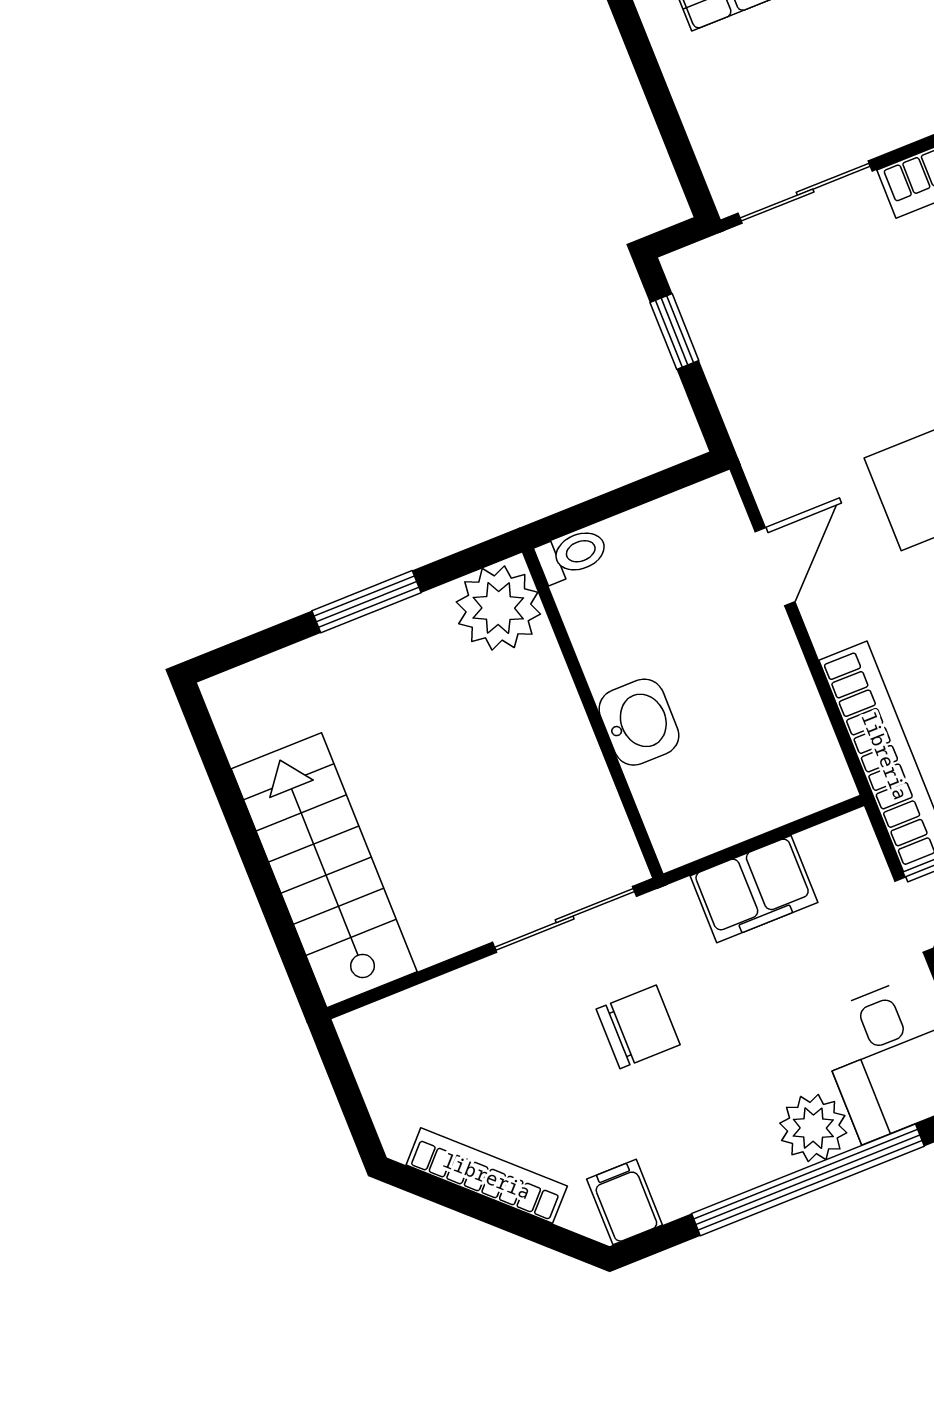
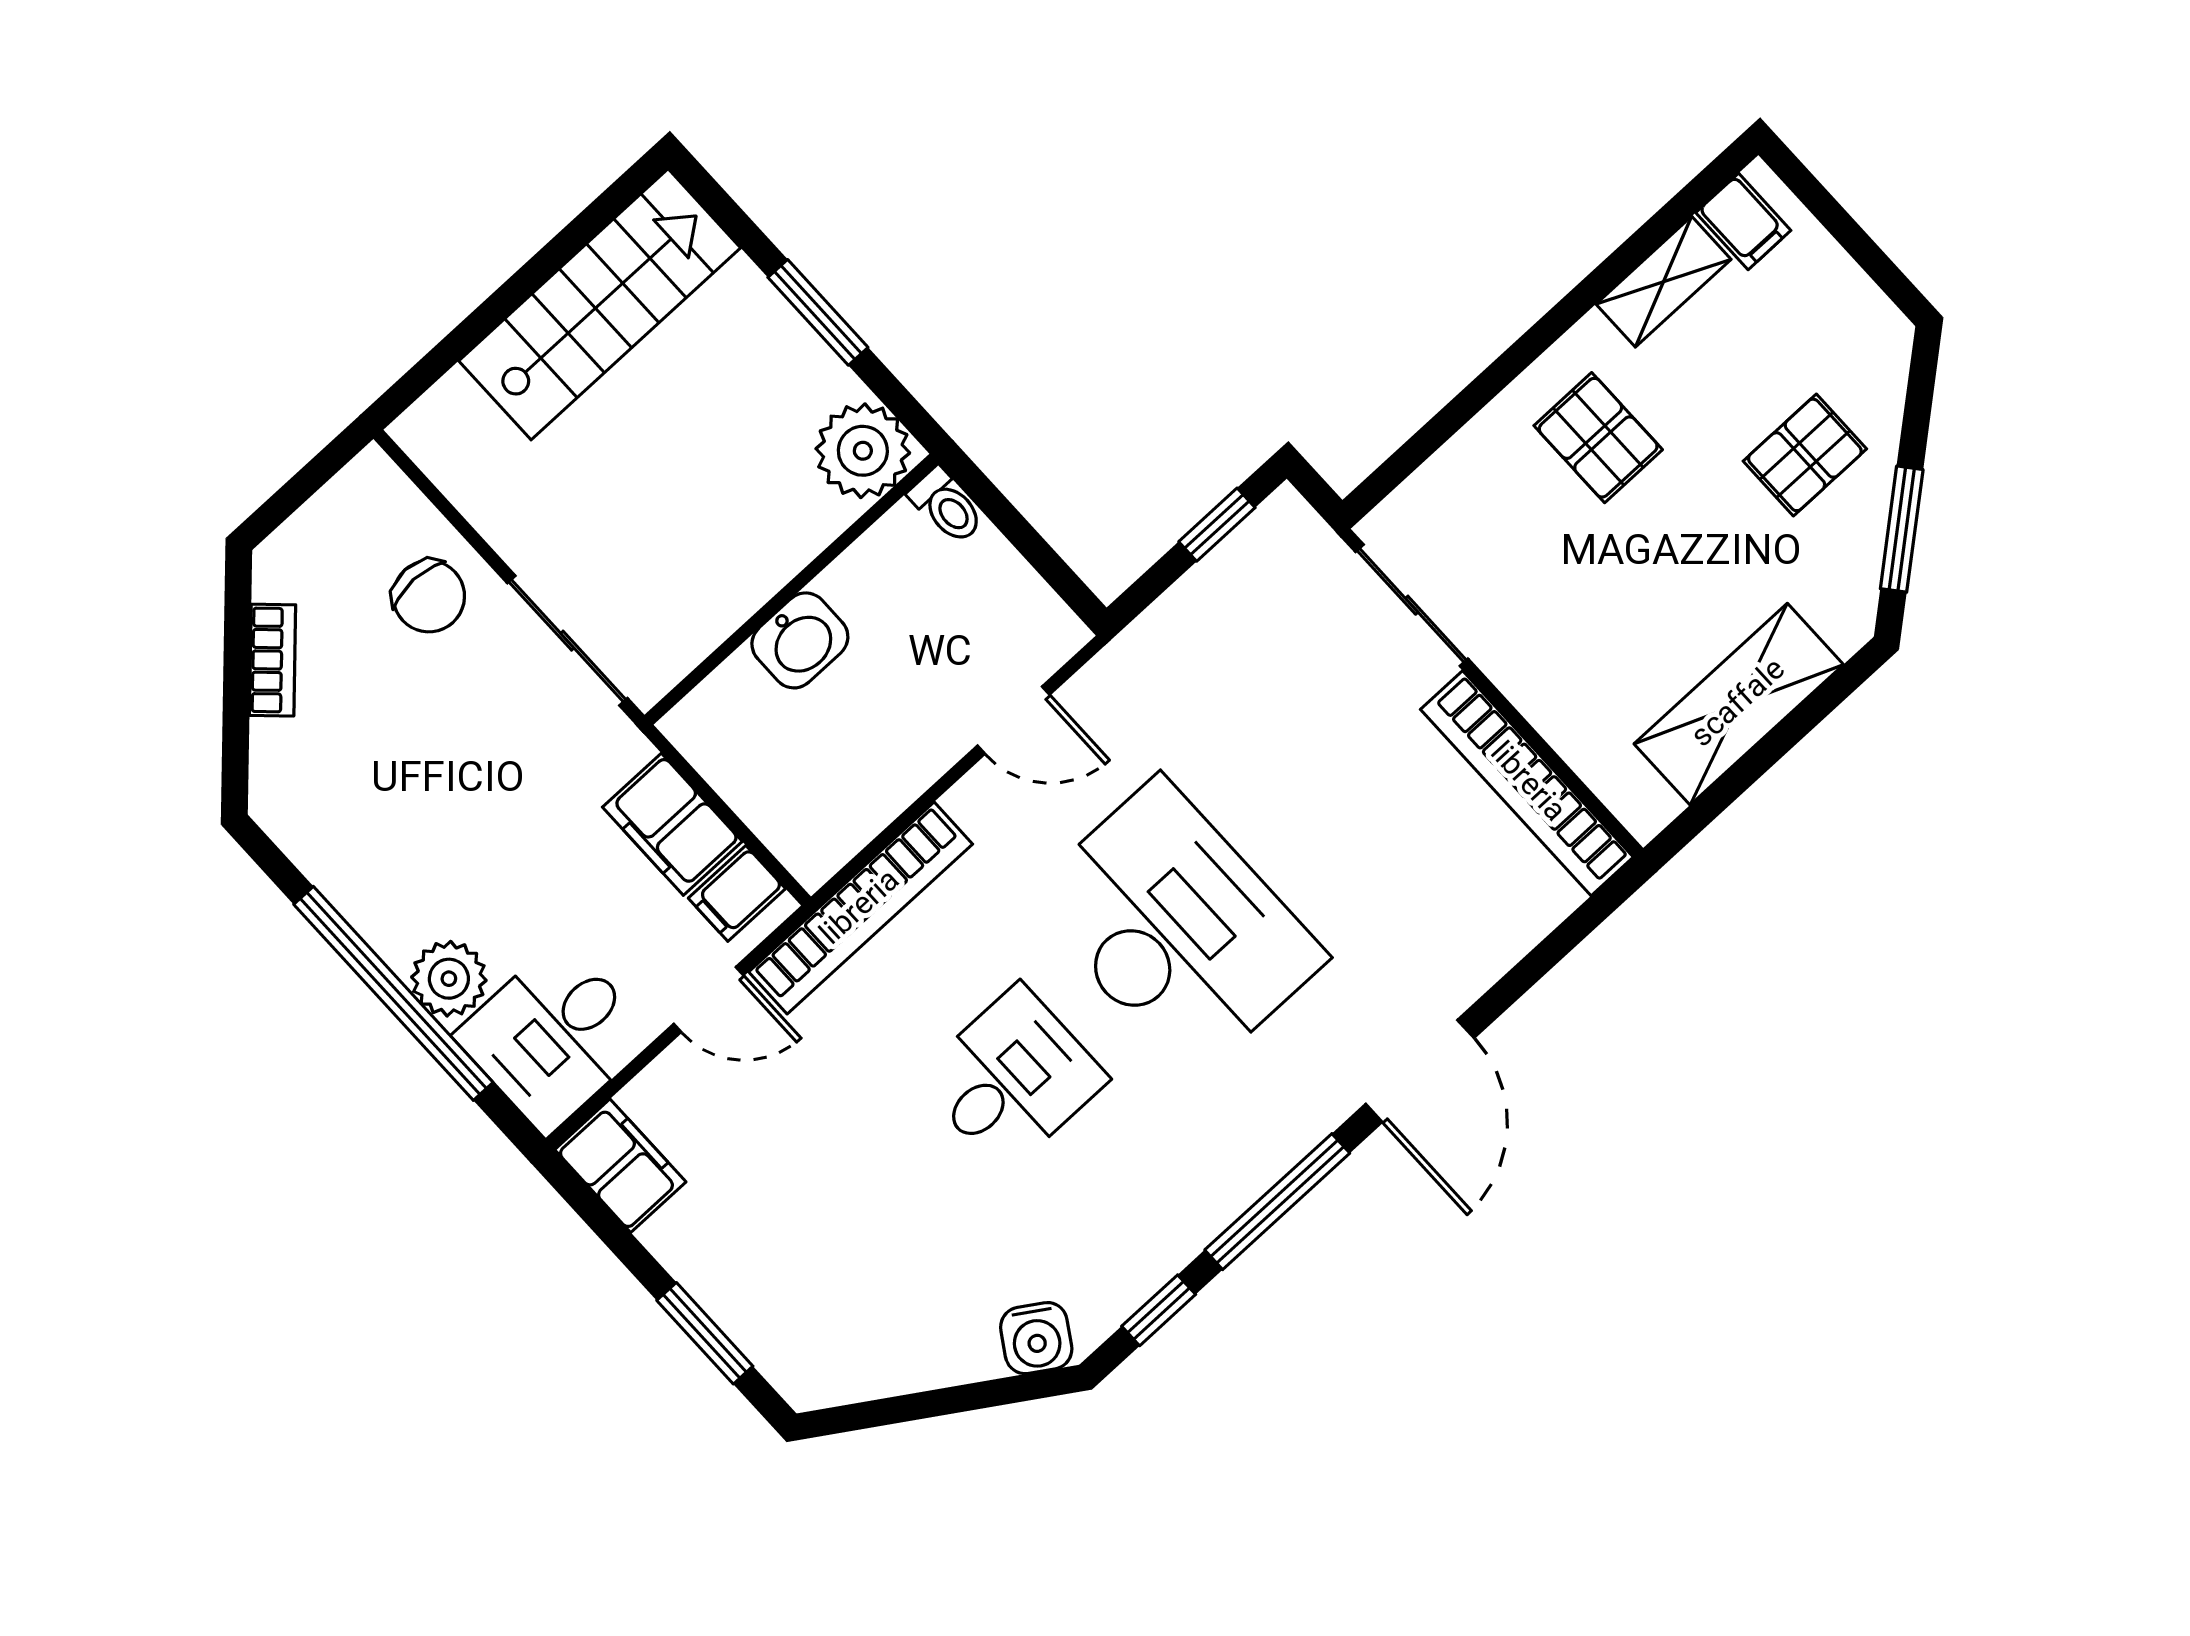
stairs: (324, 870) -> (600, 304), moved
chair: (638, 1027) -> (429, 596), moved
bookcase: (487, 1176) -> (272, 660), width x0.64
filing cabinet: (625, 1202) -> (737, 893), moved, turned 180

